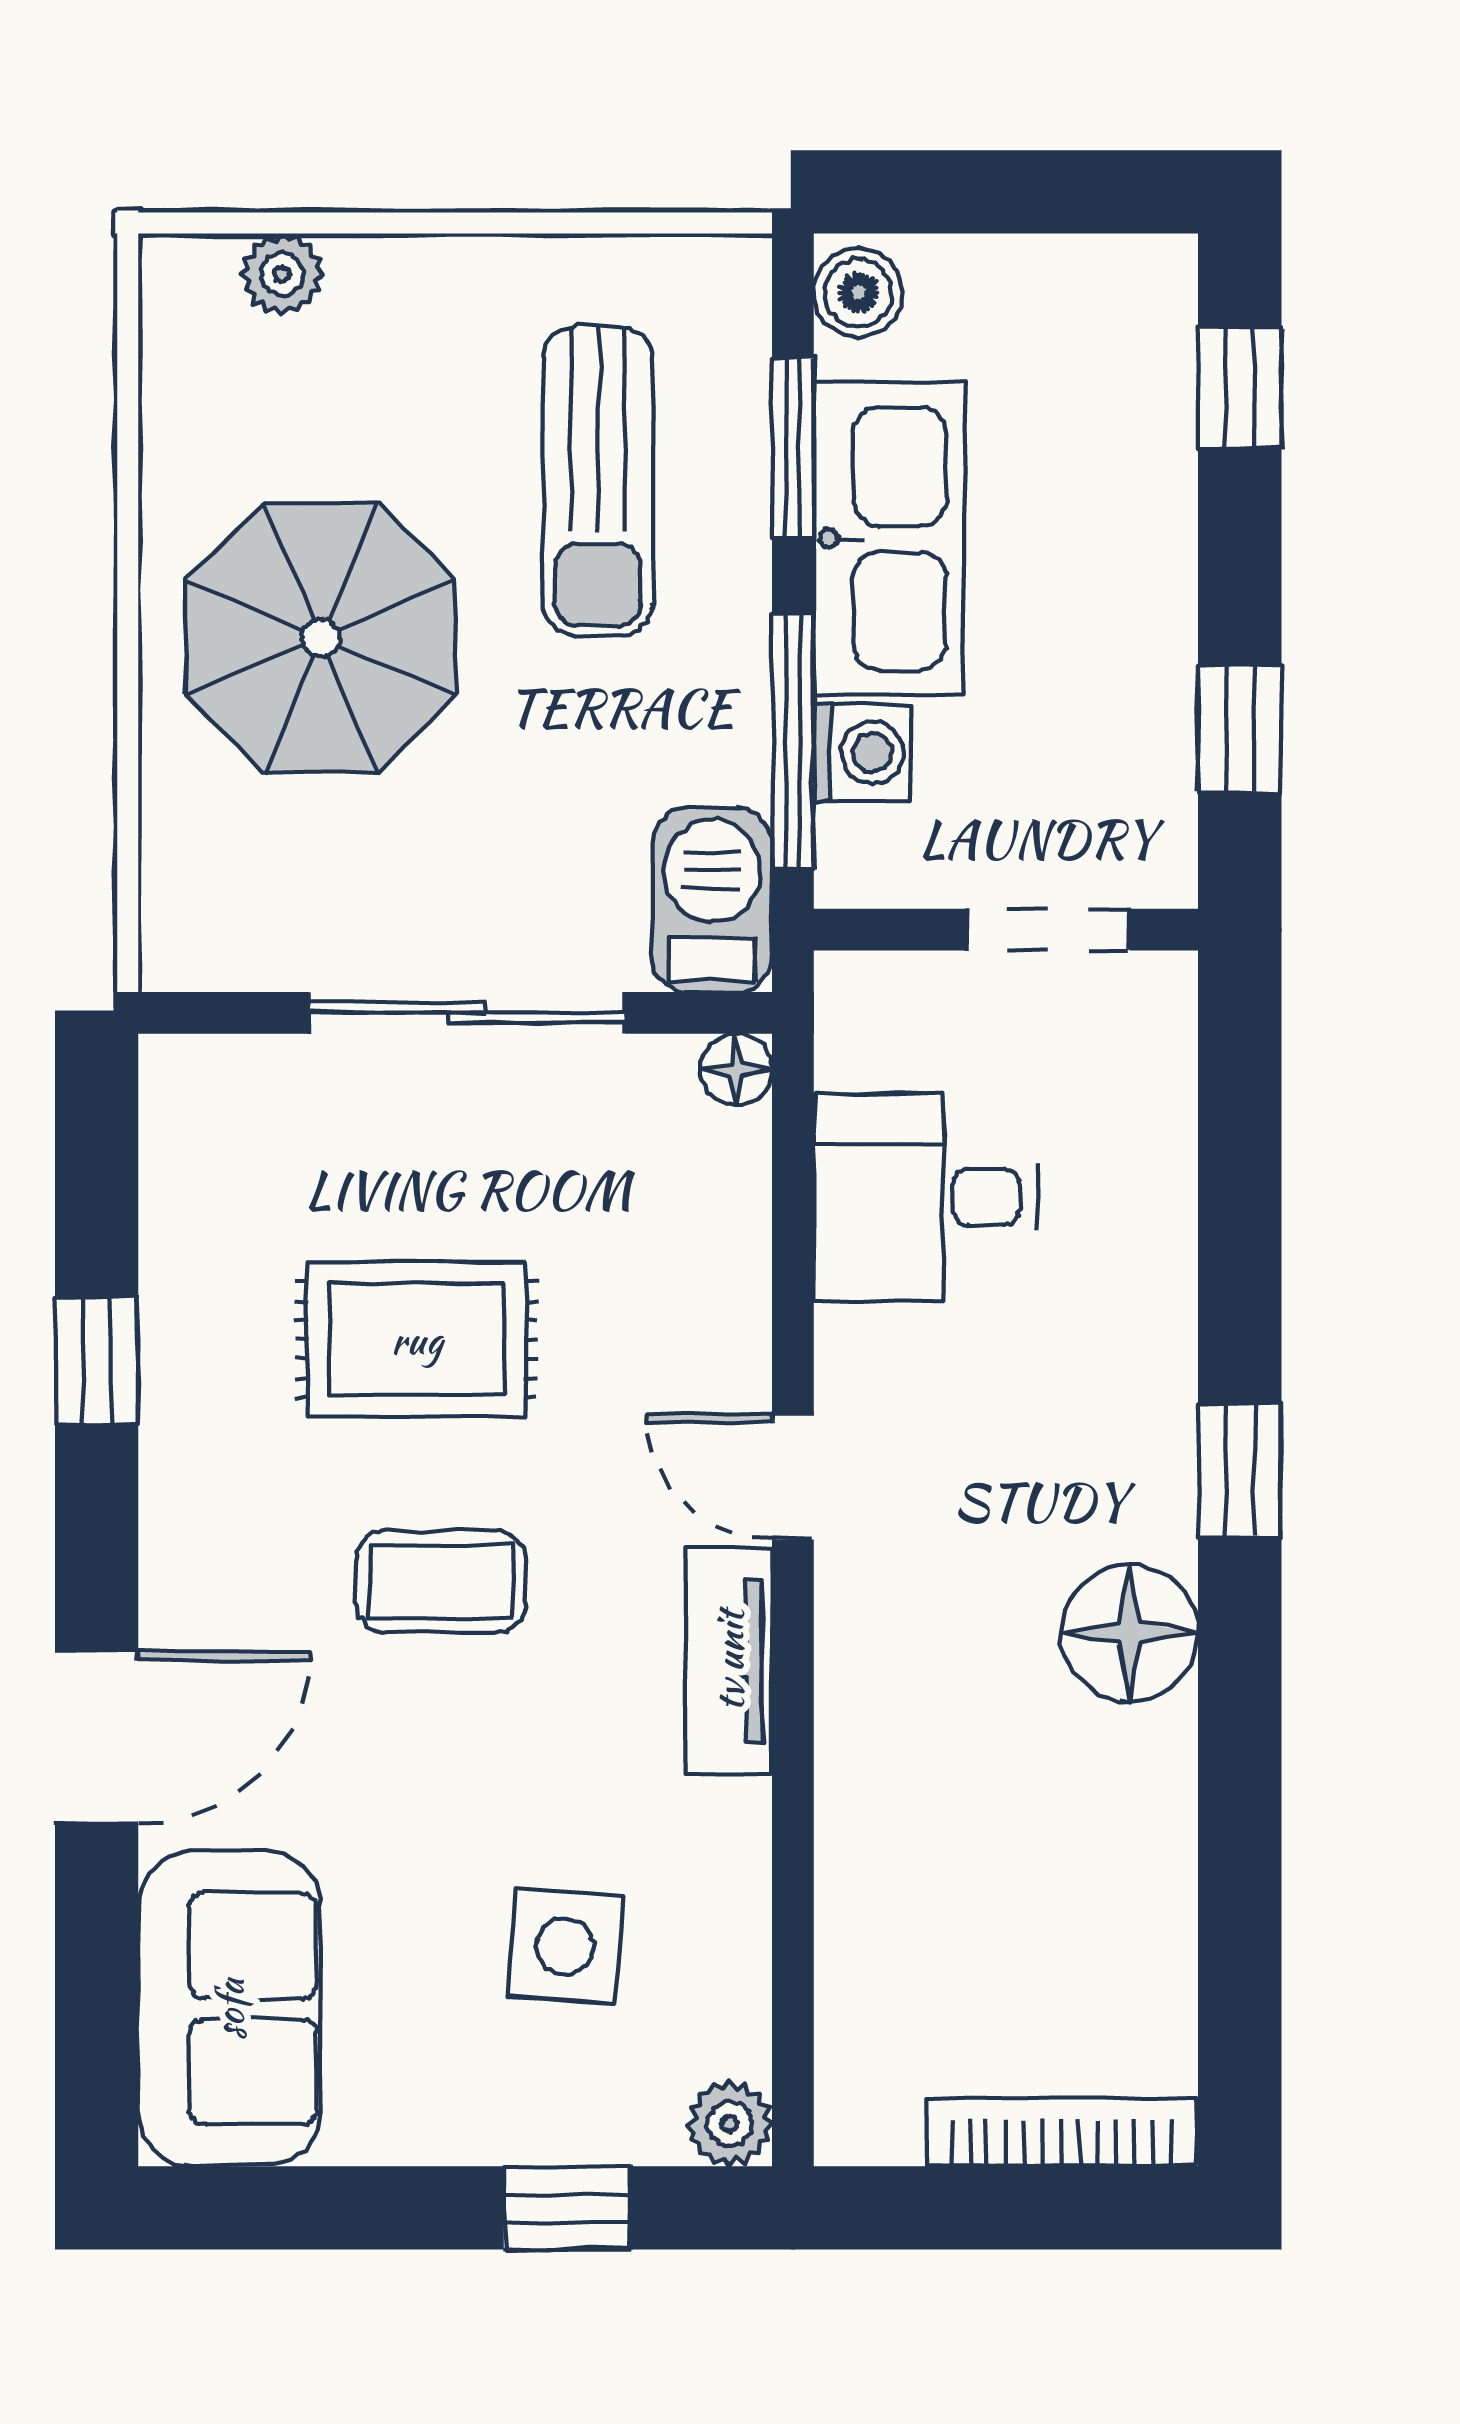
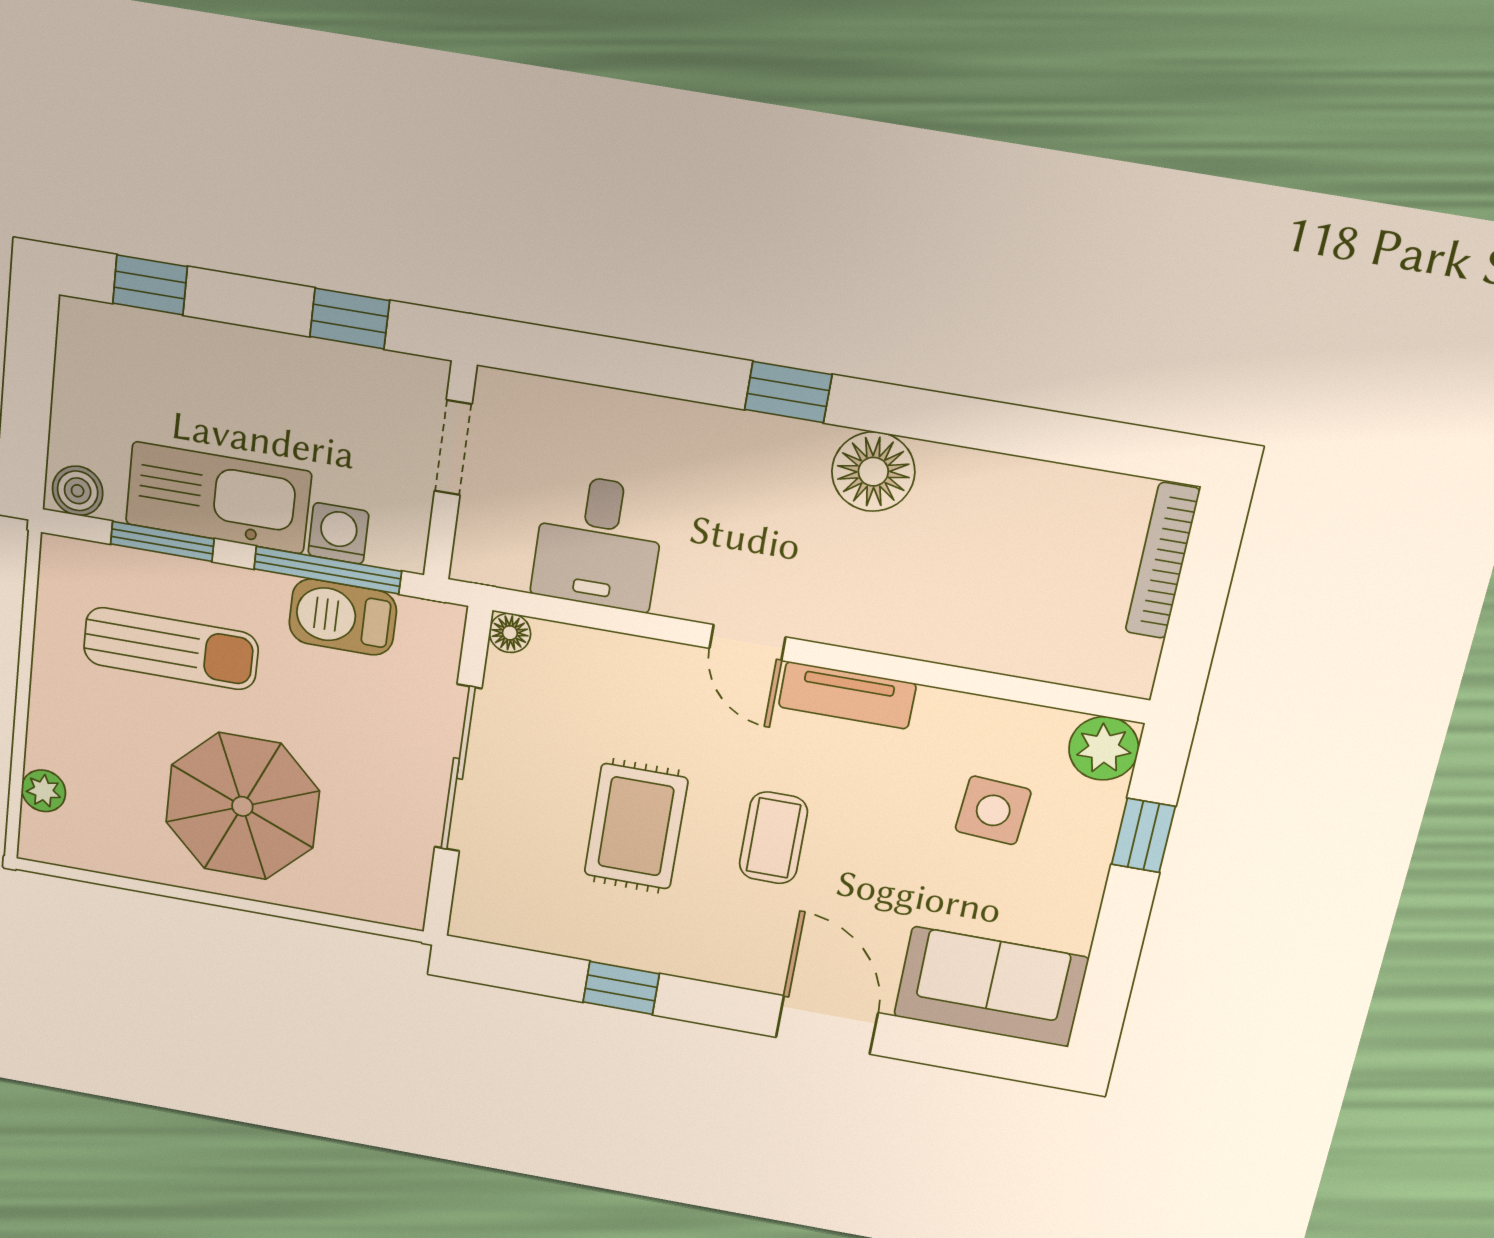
barbecue: (712, 900) -> (343, 617), moved
door: (793, 1476) -> (747, 643), hinge flipped
plant: (729, 2124) -> (1104, 748), width x1.38, depth x1.38

